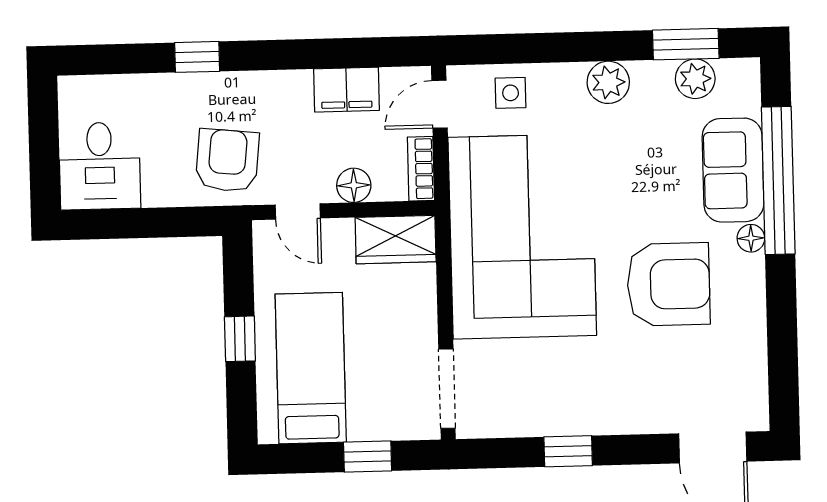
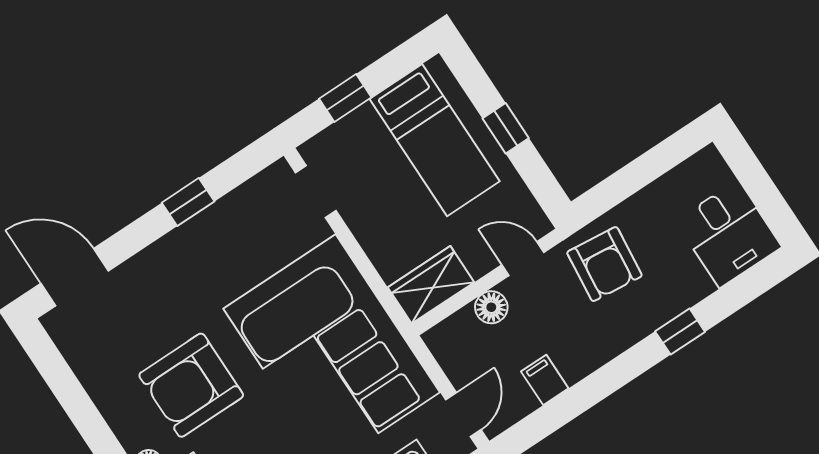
filing cabinet: (346, 90) -> (545, 380), width x0.50
desk: (100, 166) -> (728, 234), moved, turned 180
bookcase: (421, 169) -> (446, 354), removed
doorway: (447, 389) -> (316, 192), width x0.73

